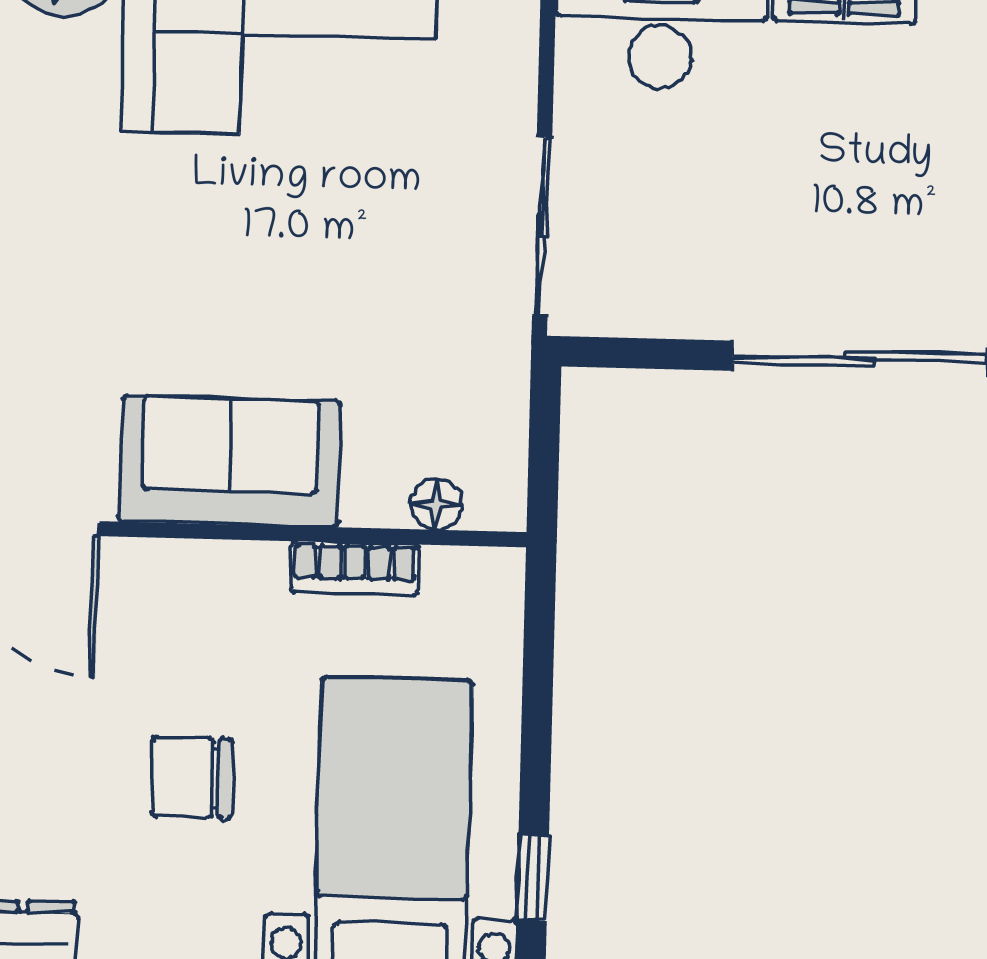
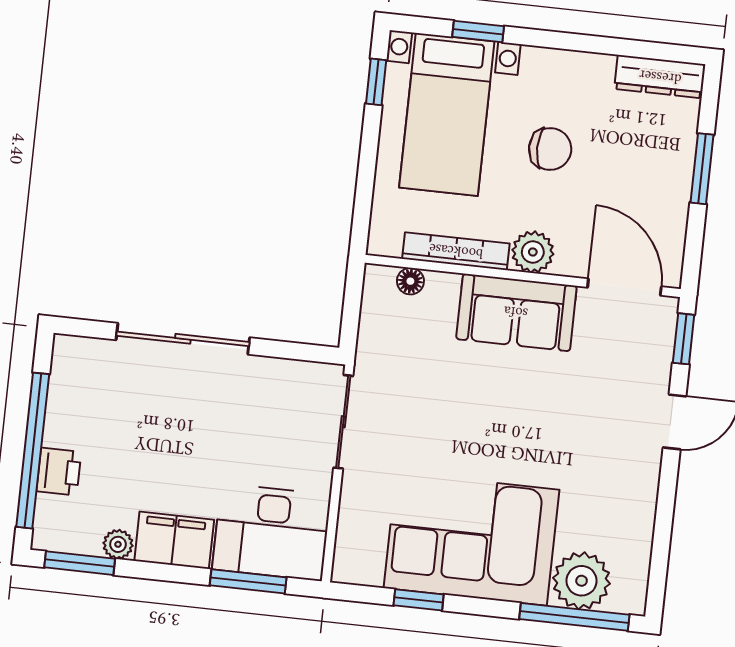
bookcase: (355, 569) -> (456, 251), width x1.56
plant: (208, 579) -> (533, 252), added

